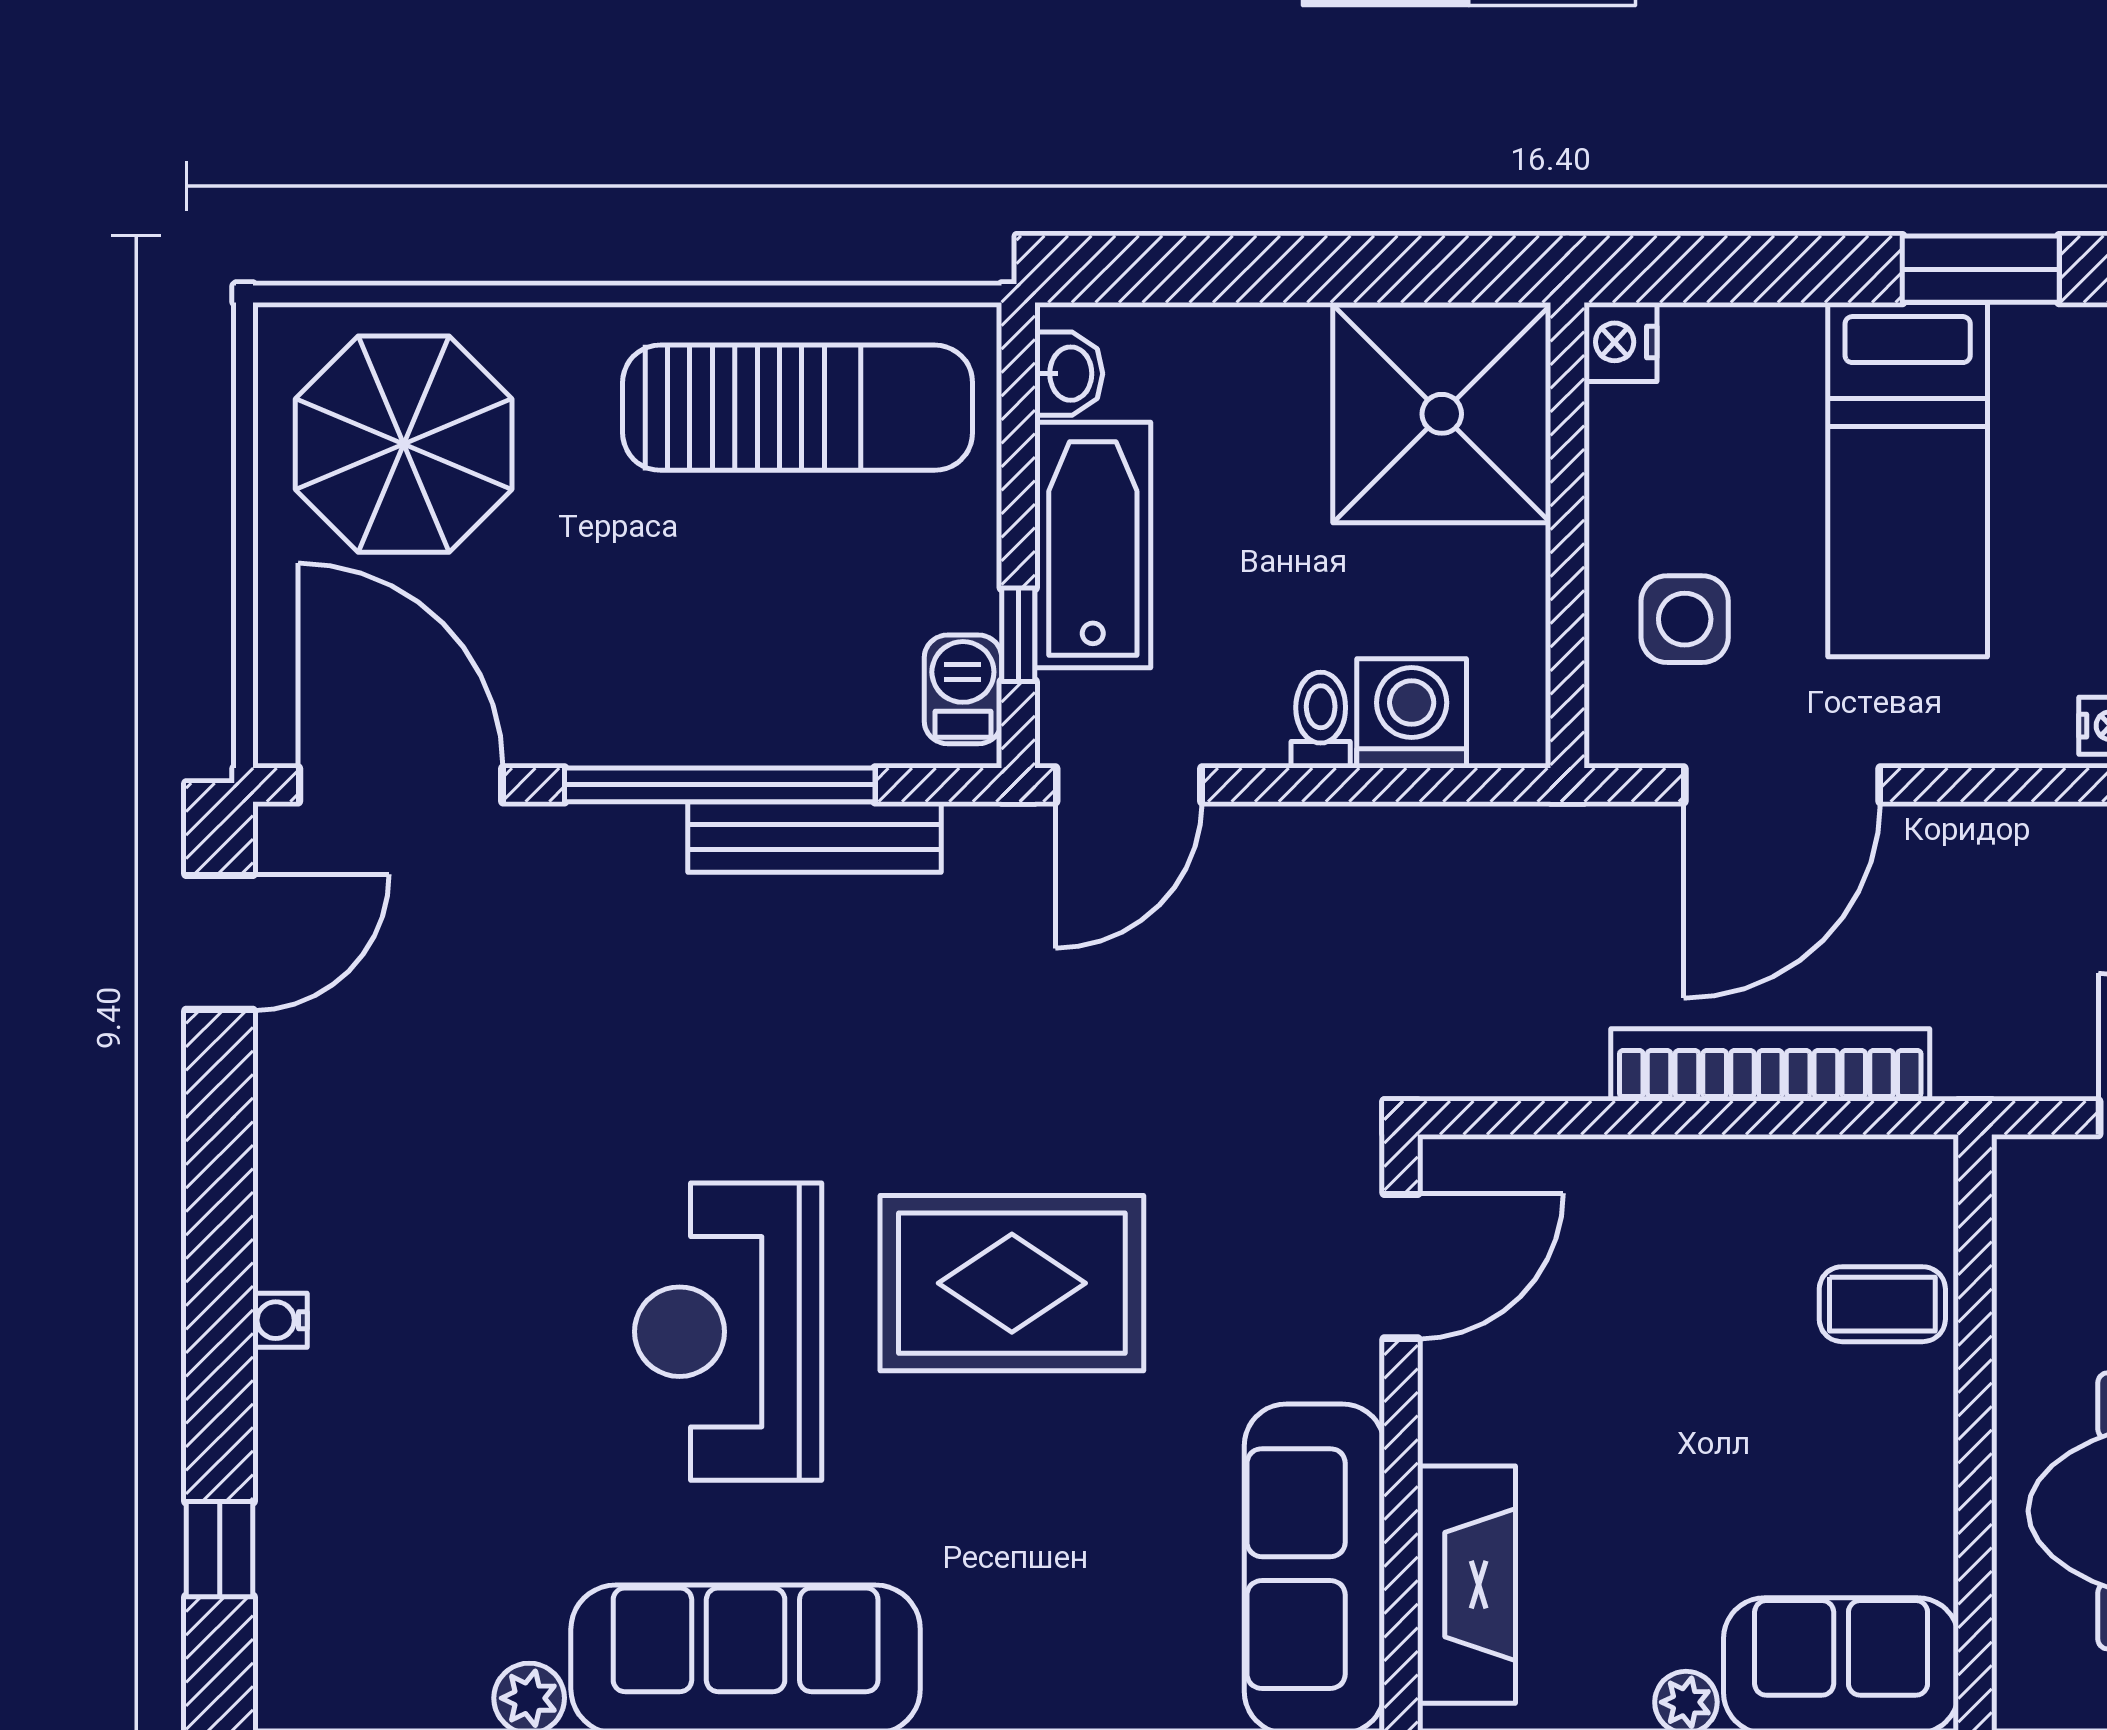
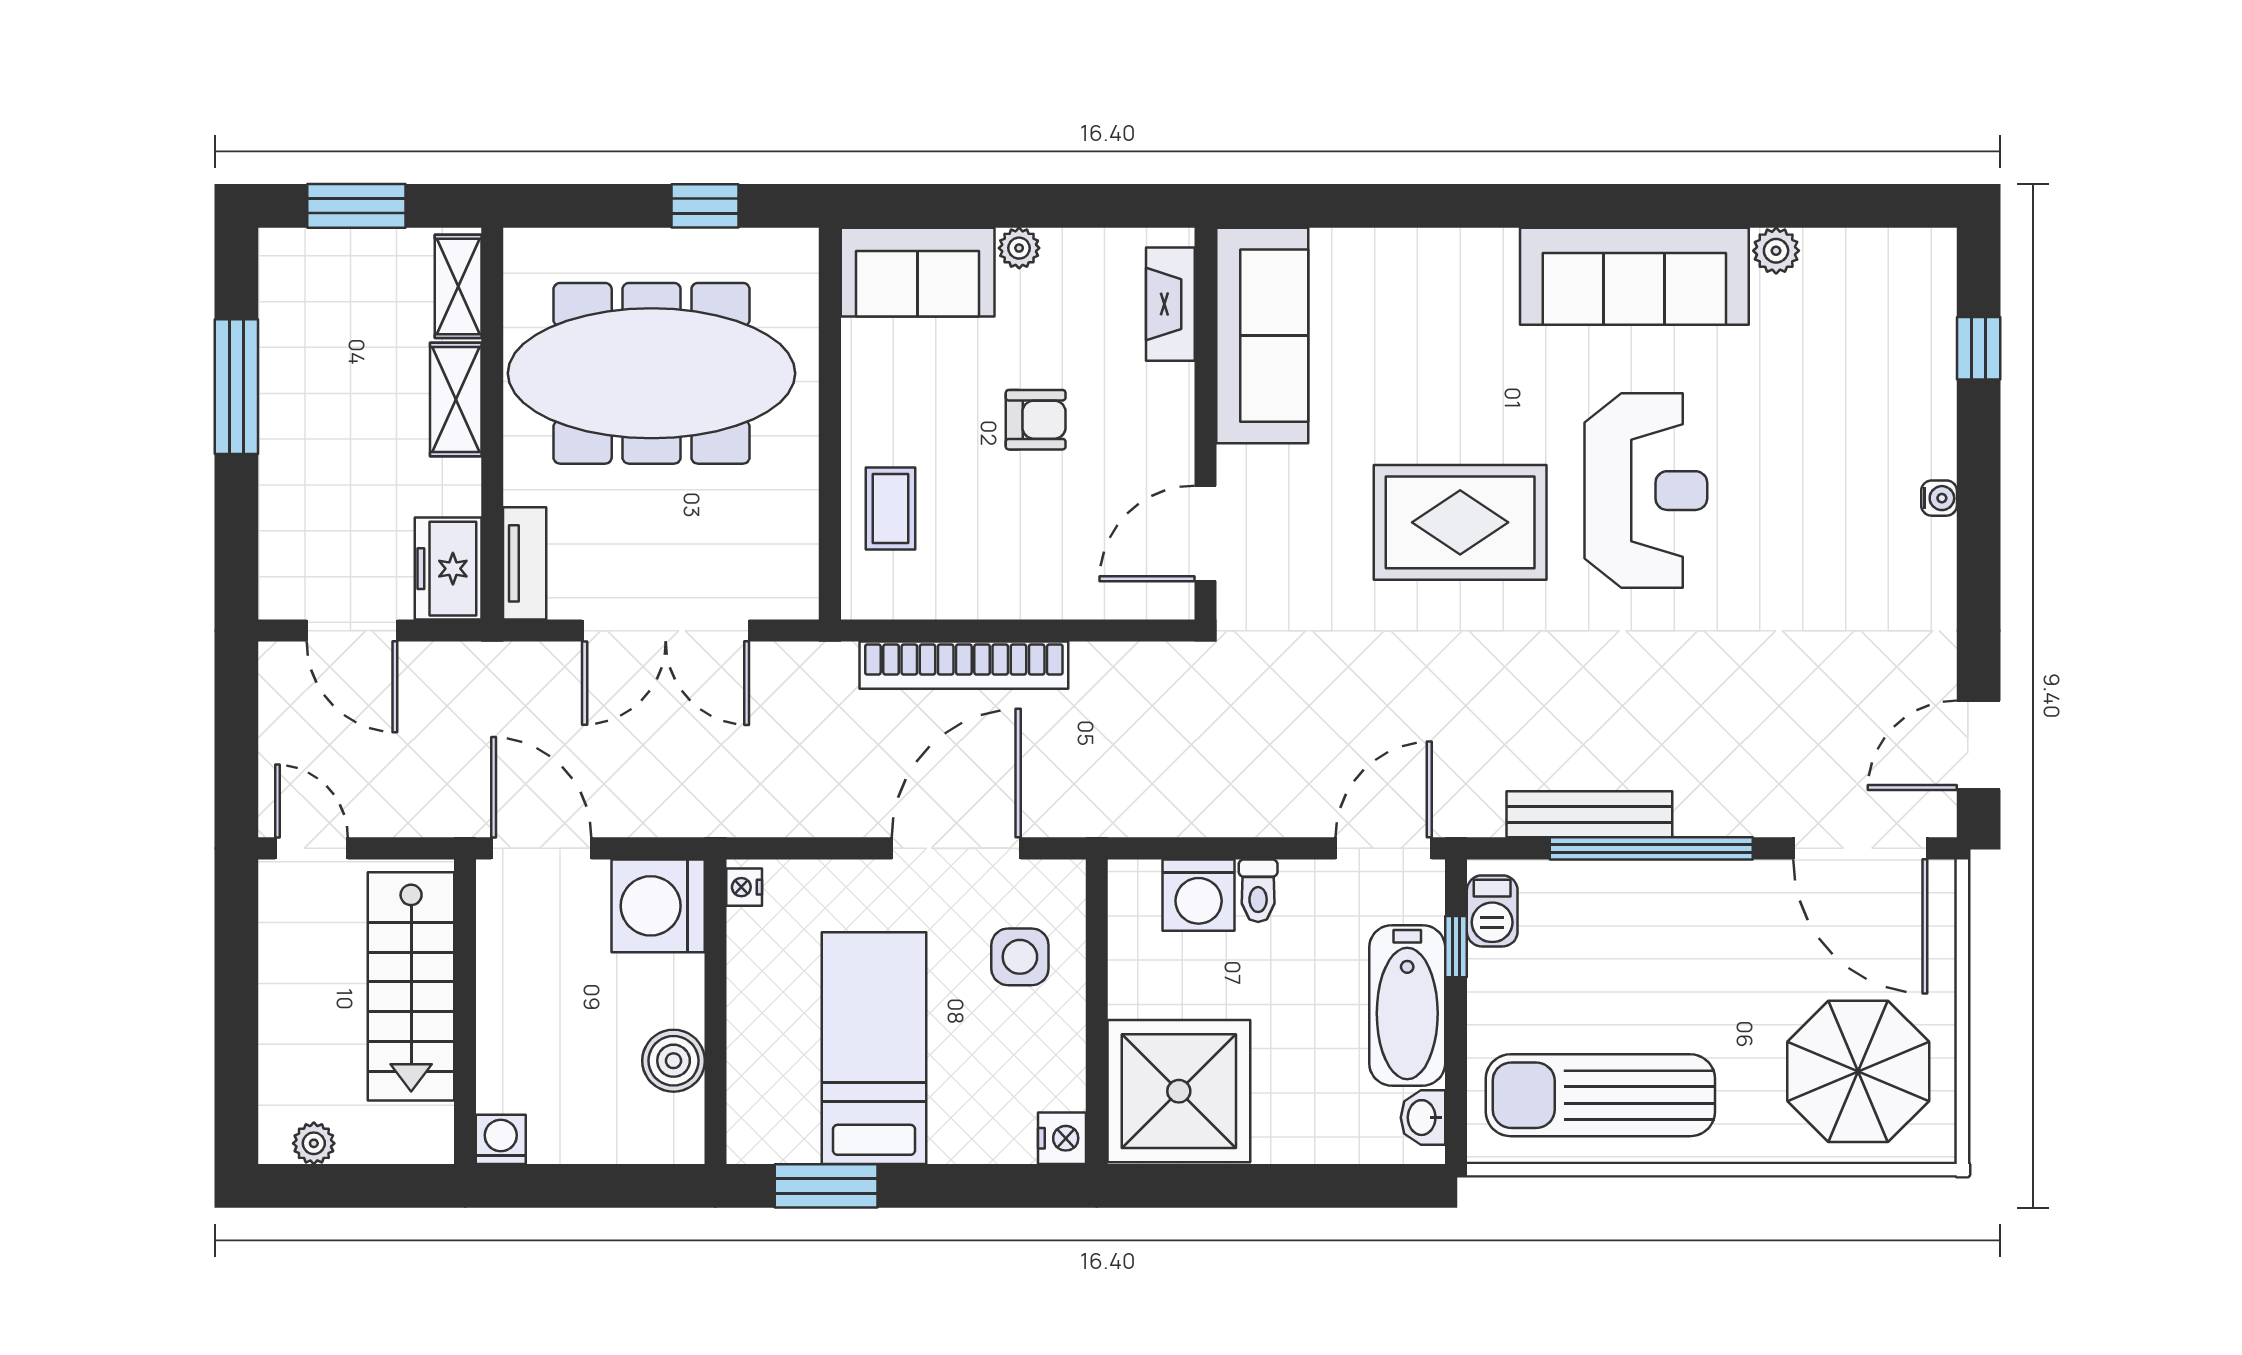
coffee table: (1882, 1304) -> (891, 509), turned 90
armchair: (1661, 1440) -> (1036, 420), added
fireplace: (1466, 1585) -> (1170, 304), width x0.73, depth x0.76

